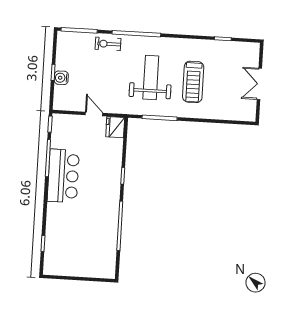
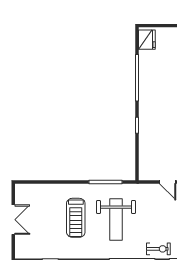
treadmill: (193, 82) -> (76, 218), turned 180
fridge: (115, 127) -> (147, 40), moved

